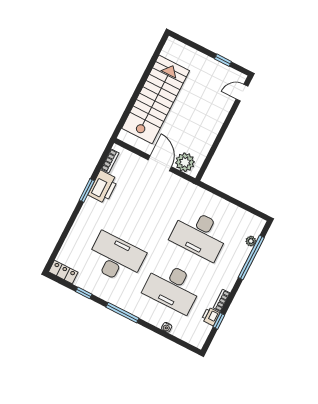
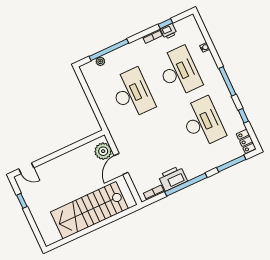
window: (87, 191) -> (186, 185), width x2.11
window: (61, 242) -> (231, 164), added
desk: (116, 258) -> (203, 122), turned 180

